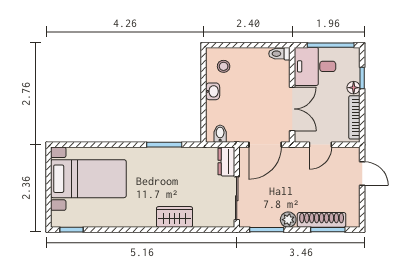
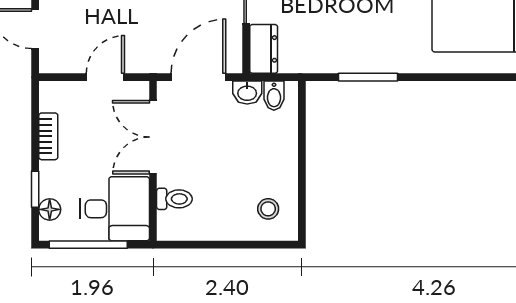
toilet: (279, 54) -> (174, 199), moved
floor lamp: (354, 88) -> (50, 209), moved
washbasin: (213, 91) -> (247, 93), moved, turned -90
bookcase: (354, 117) -> (48, 136), width x0.64

